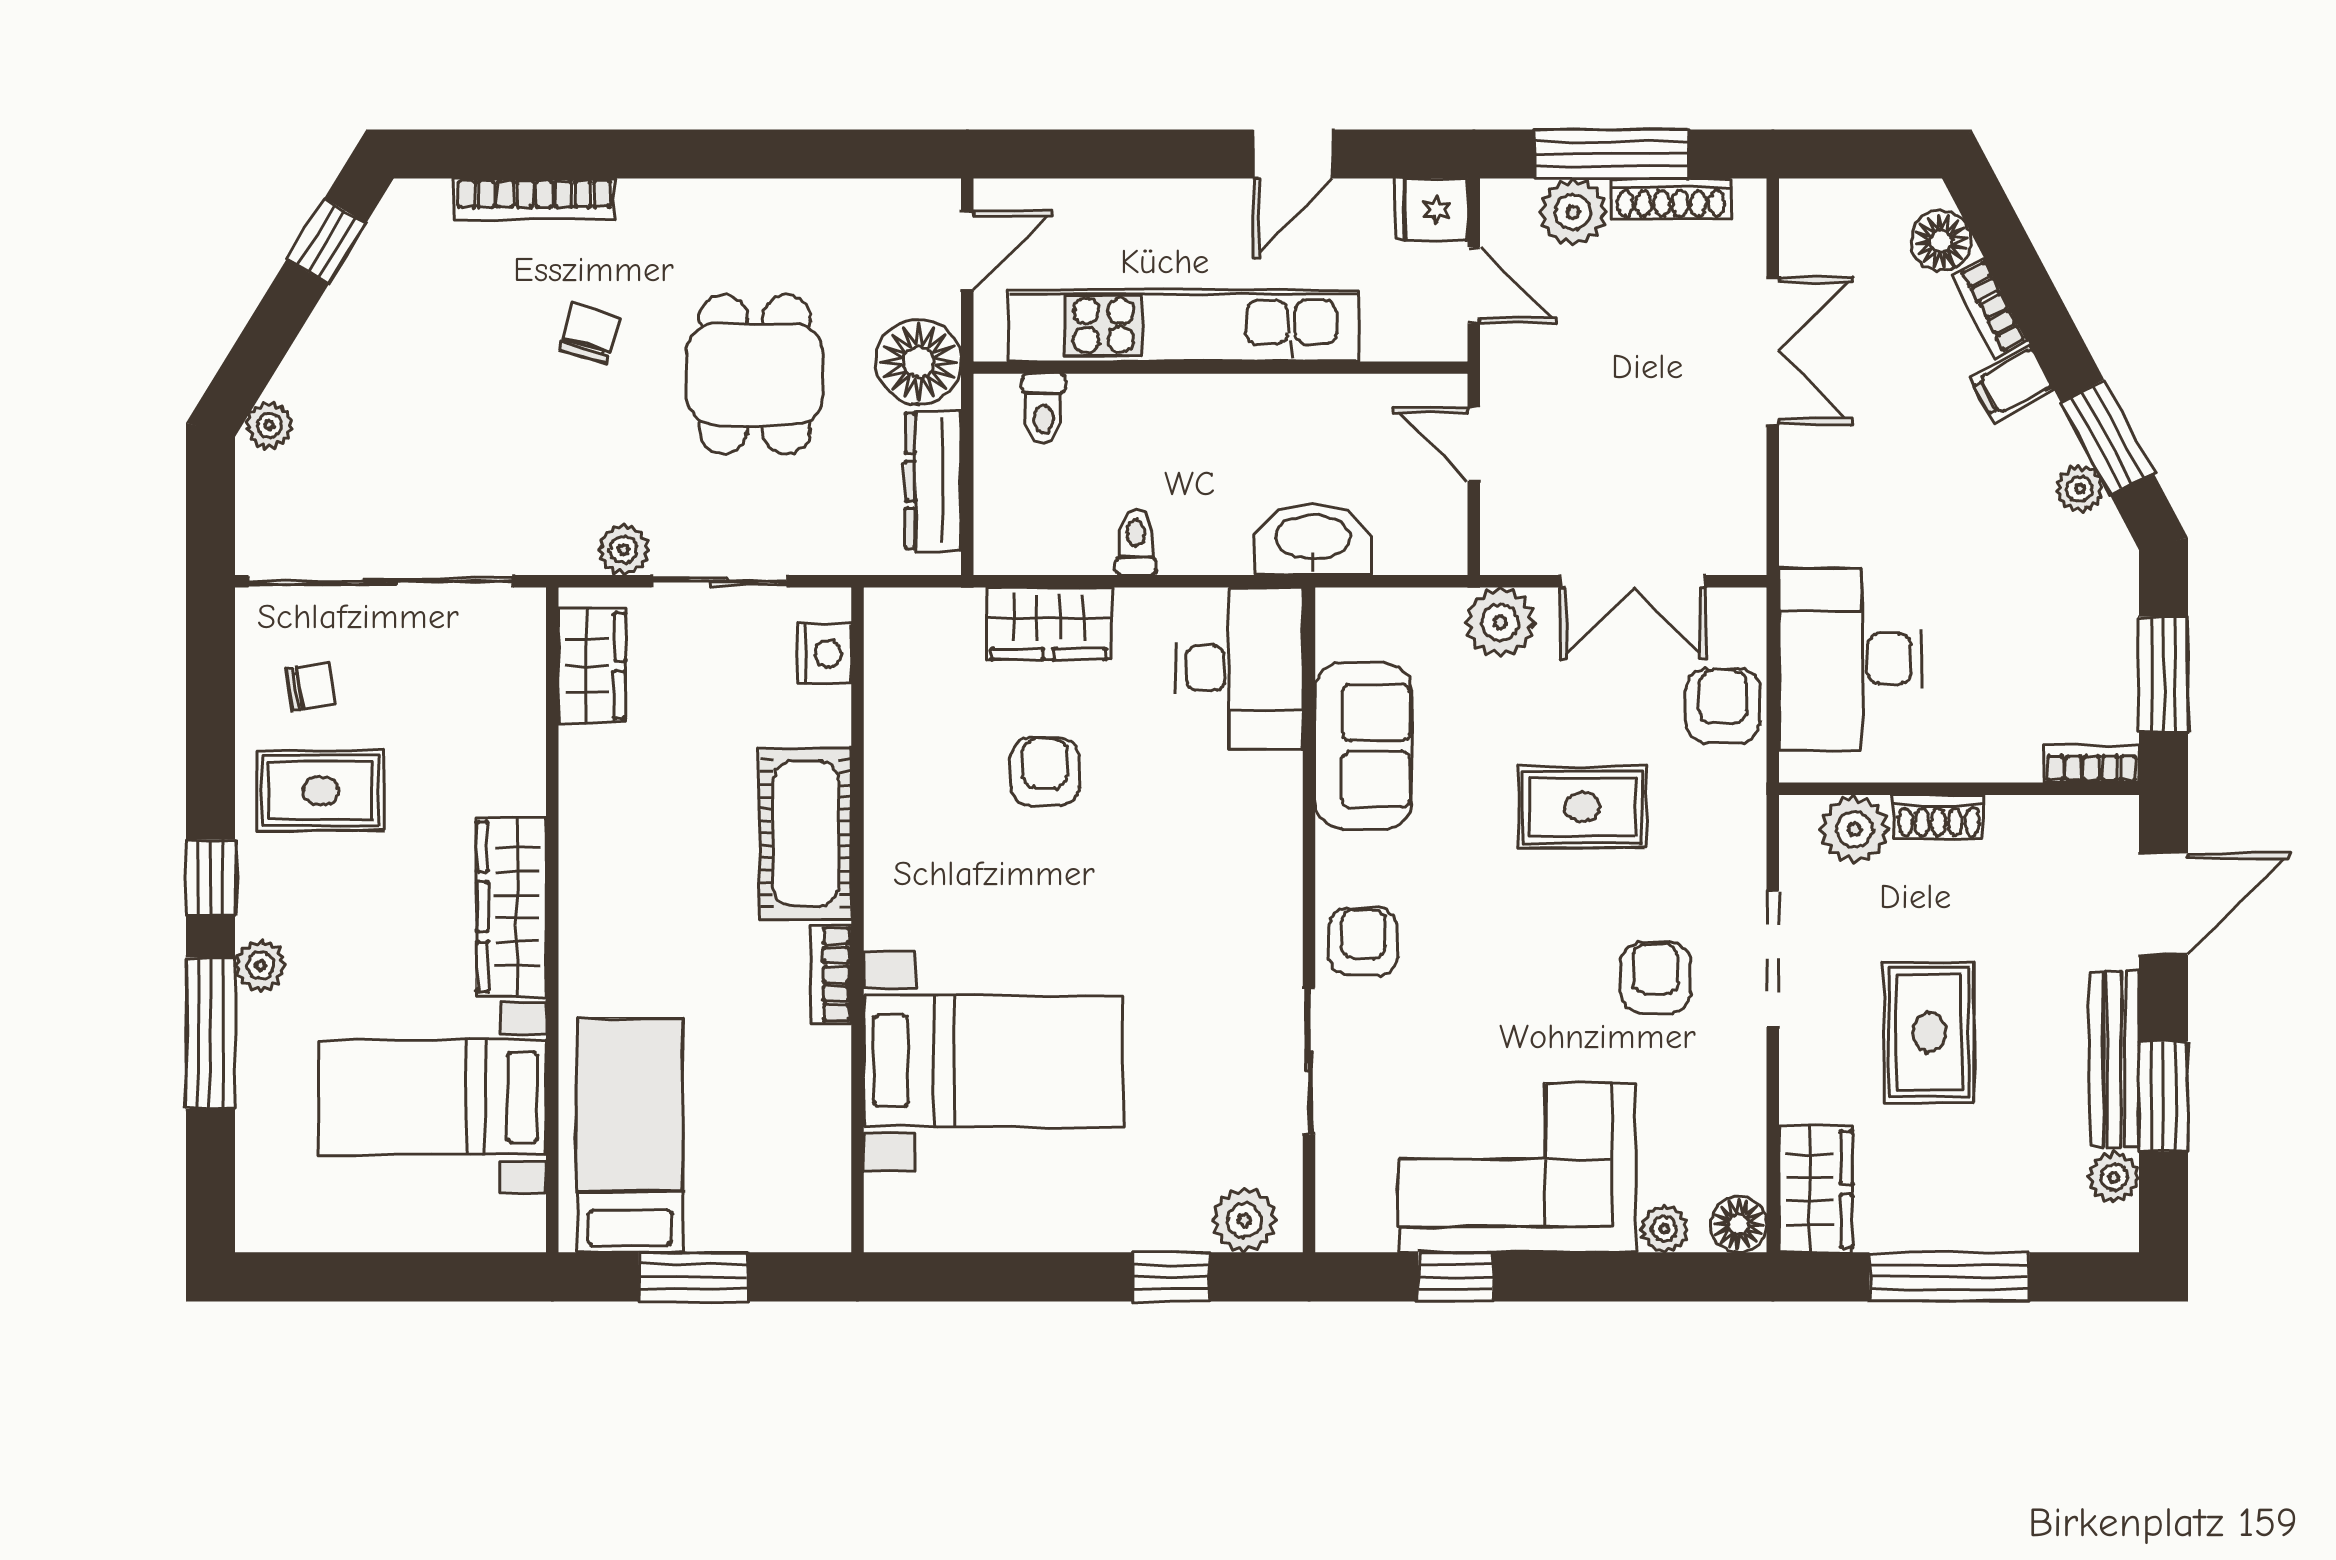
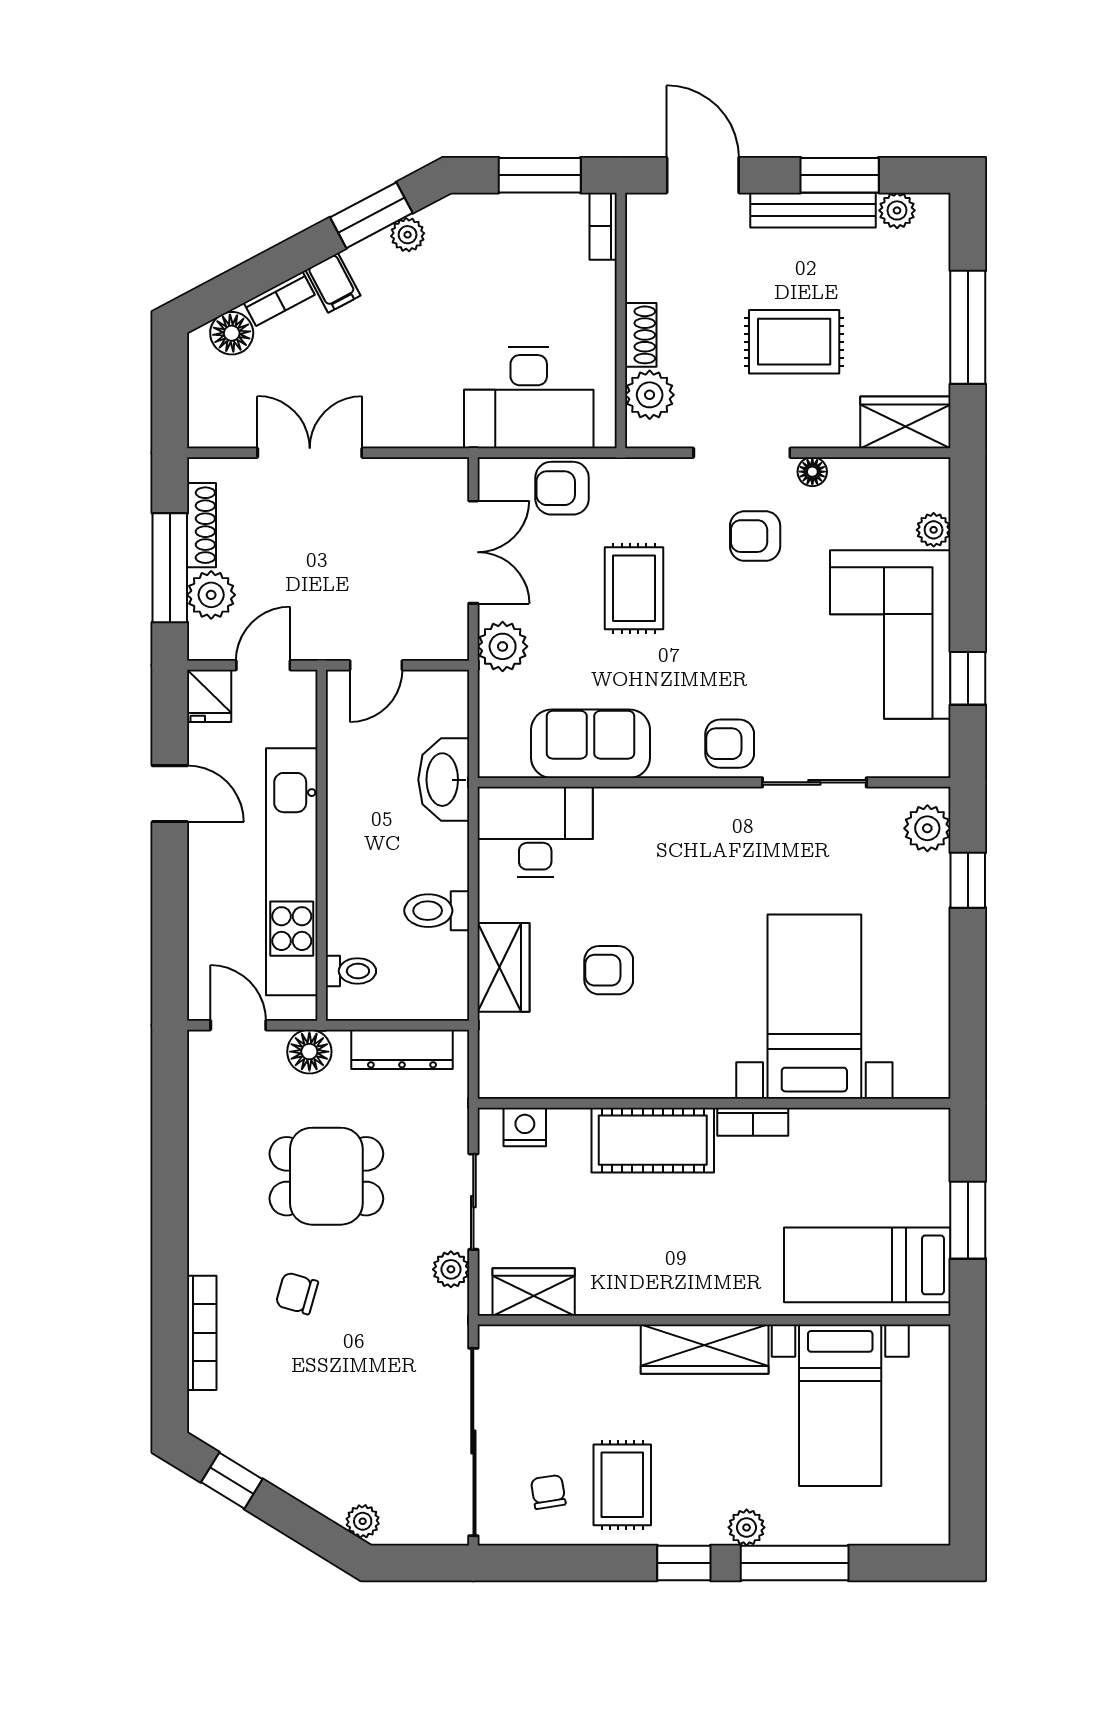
floor lamp: (919, 362) -> (309, 1052), width x0.73, depth x0.73
toilet: (1136, 542) -> (437, 911), width x1.37, depth x1.39
floor lamp: (1739, 1224) -> (812, 472), moved, width x0.73, depth x0.73

